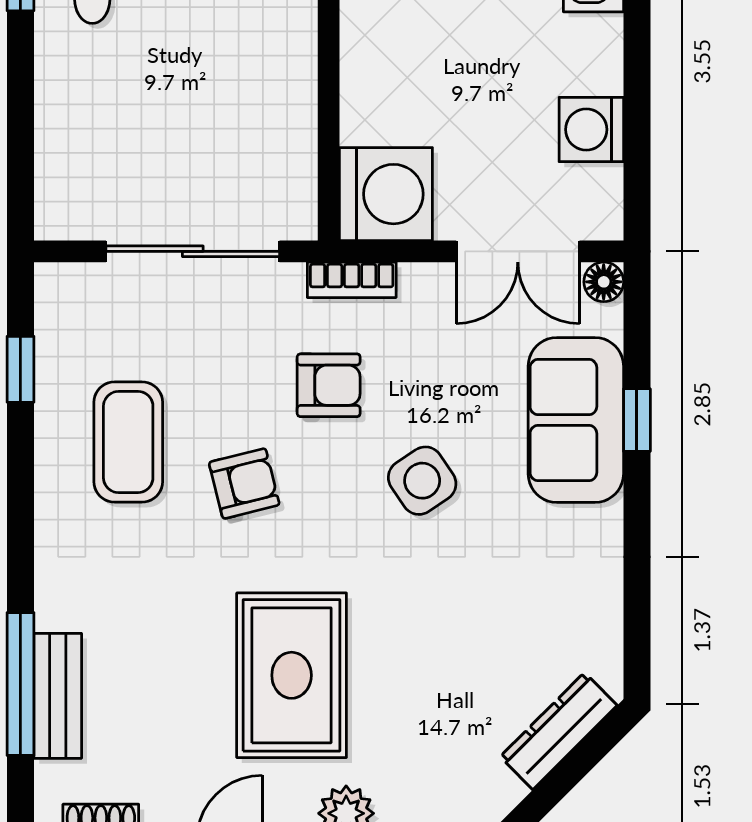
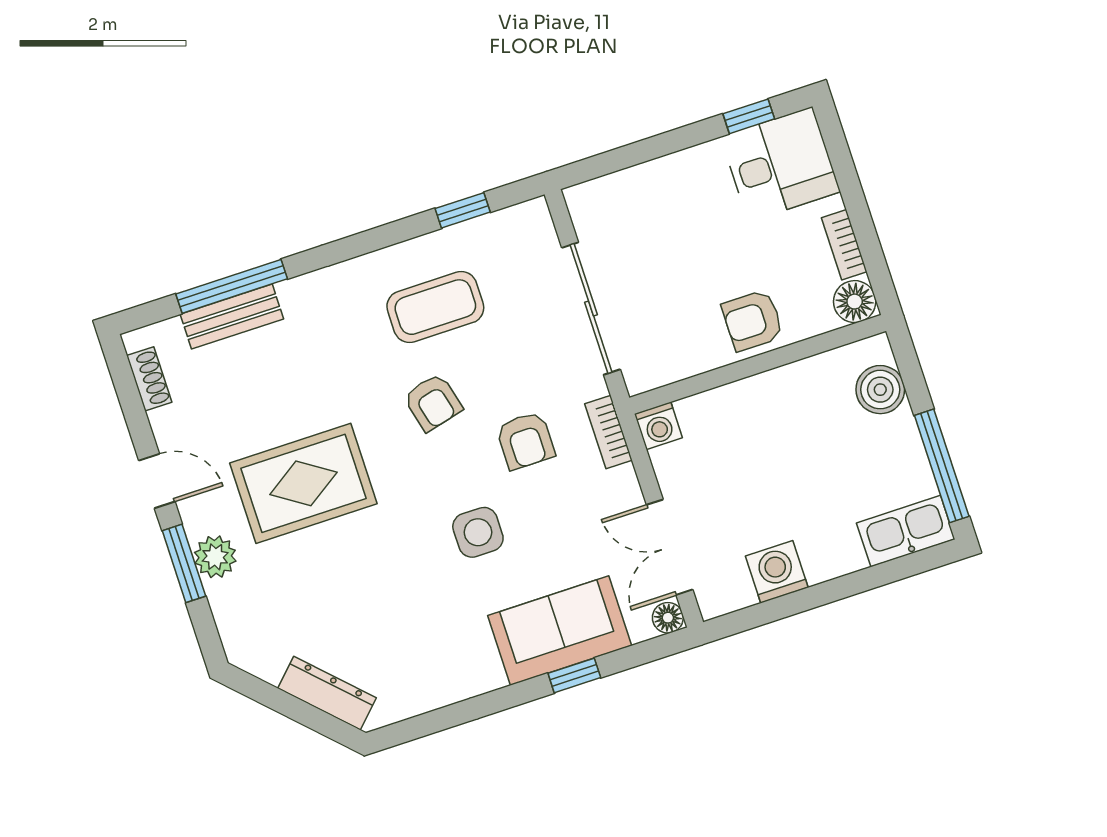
armchair: (273, 58) -> (753, 320), added
washing machine: (386, 194) -> (658, 426), width x0.53, depth x0.53
side table: (422, 481) -> (478, 532), turned 34

